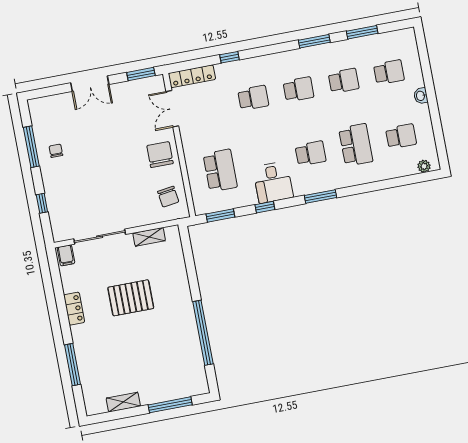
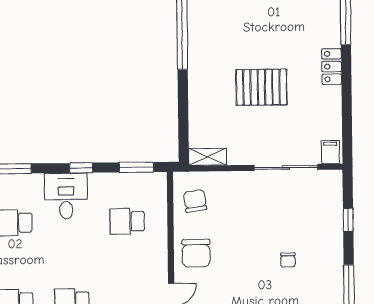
chair: (56, 151) -> (288, 260), moved
school desk: (220, 170) -> (127, 221), width x0.54
shelving: (149, 237) -> (207, 157), moved
locker: (74, 309) -> (332, 67), moved

